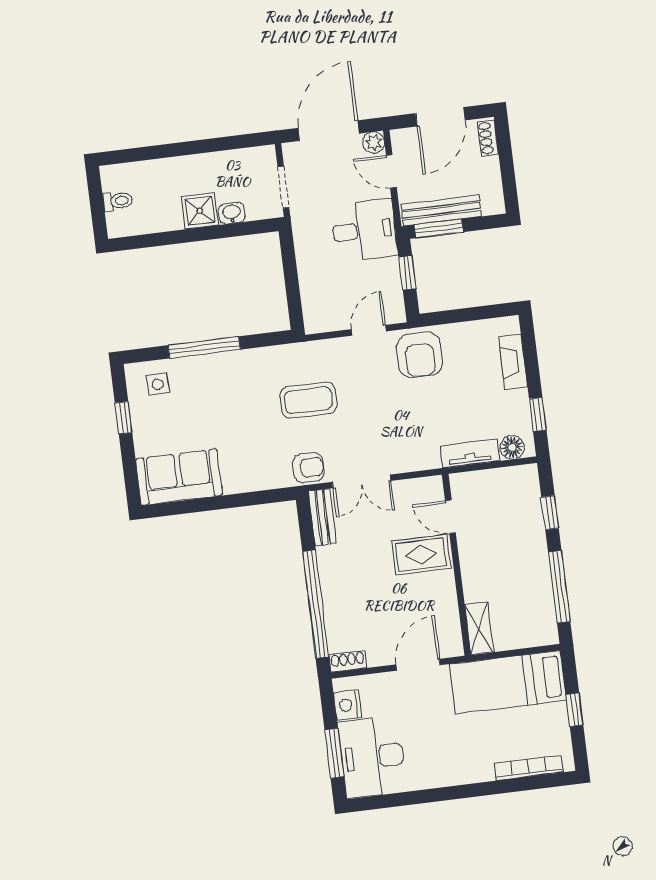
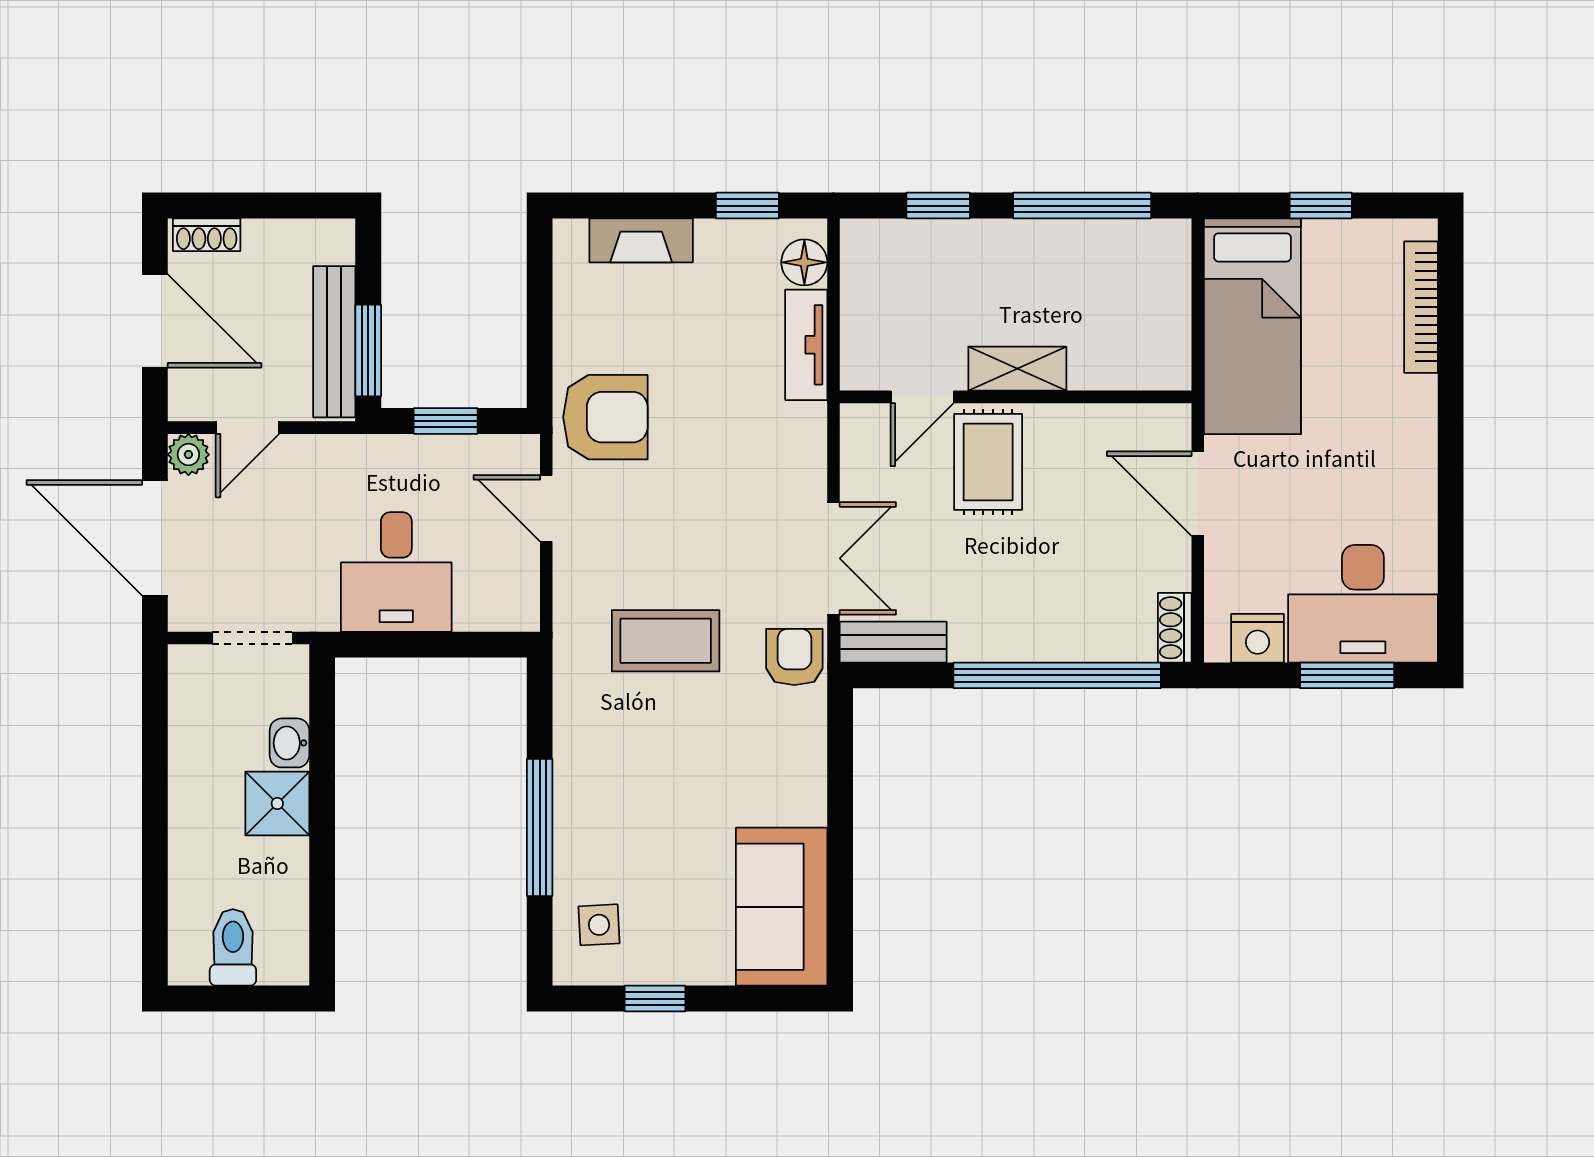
toilet: (118, 201) -> (233, 947), width x1.37, depth x1.39
desk: (364, 230) -> (396, 572), moved, turned 180
coffee table: (308, 400) -> (666, 641), turned 90
shelving: (479, 628) -> (1017, 369), moved

